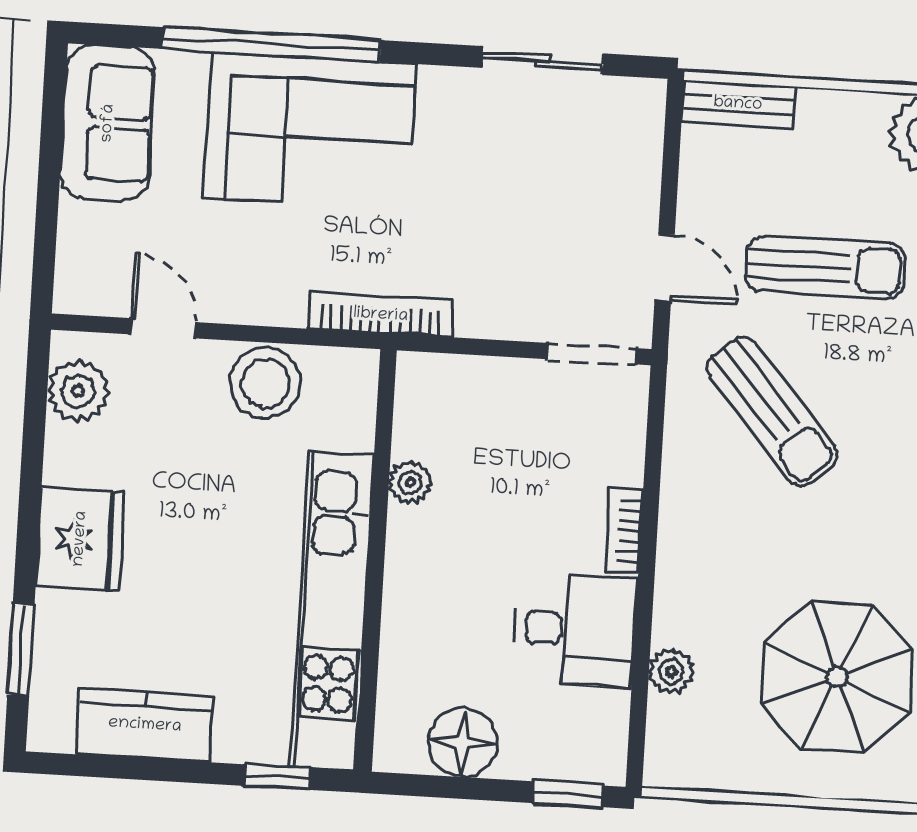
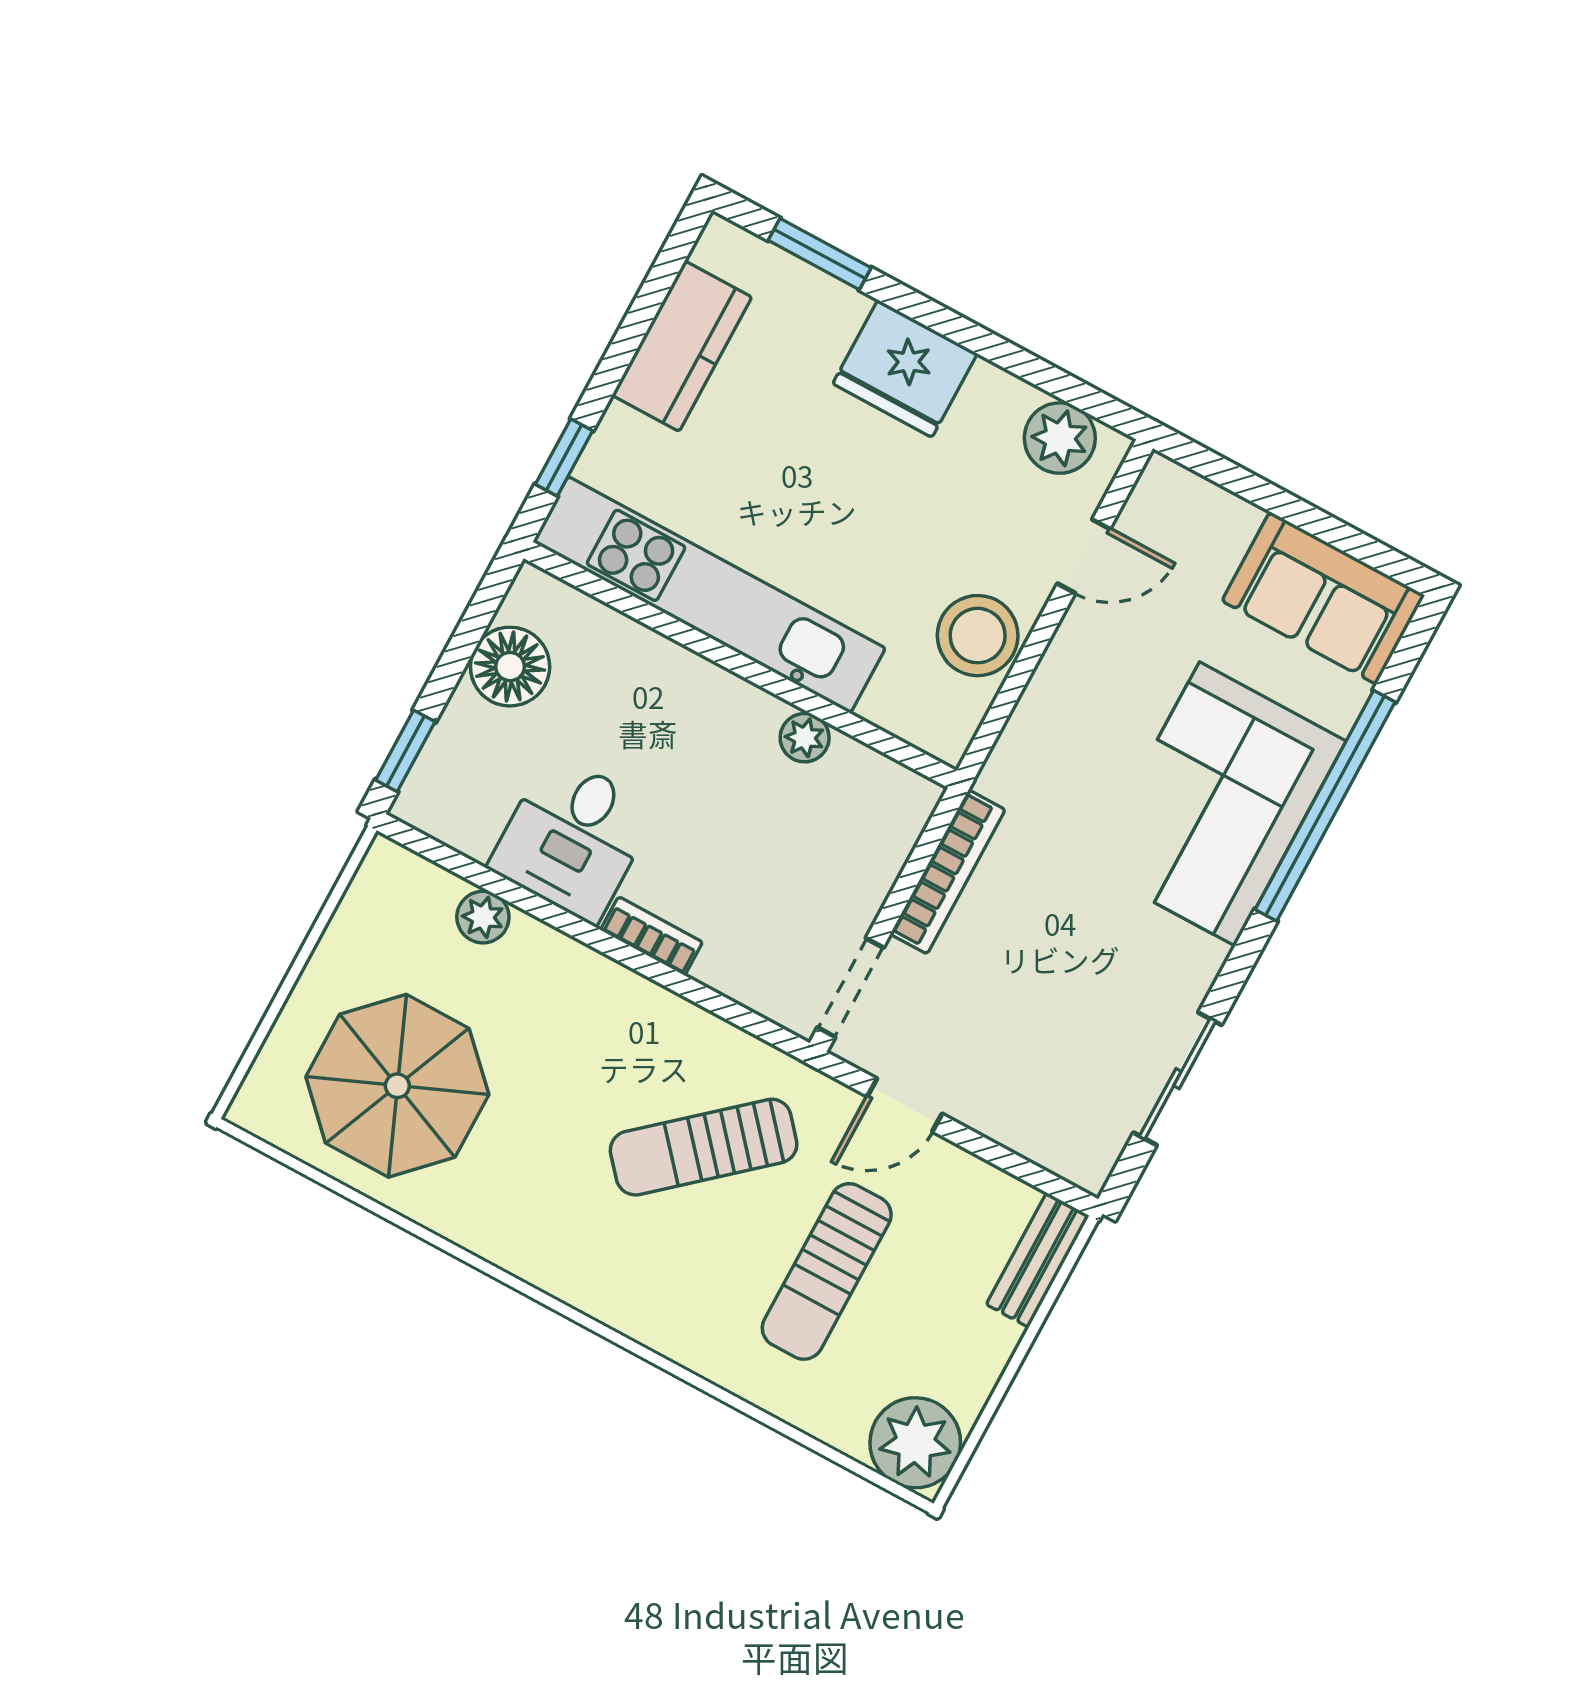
bookcase: (381, 315) -> (948, 872), moved

